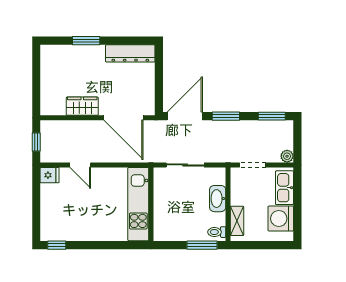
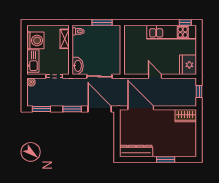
wardrobe: (82, 106) -> (186, 116), moved
door: (185, 116) -> (100, 109), swing flipped
door: (80, 165) -> (155, 76), moved
fridge: (49, 175) -> (188, 65), width x1.88, depth x1.34
washbasin: (218, 199) -> (78, 66), moved
kitchen unit: (138, 204) -> (171, 32), moved, turned 90
window: (202, 245) -> (102, 23), moved

